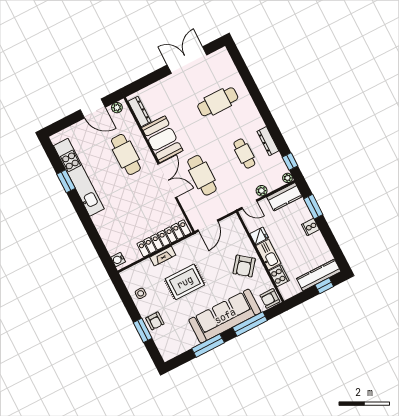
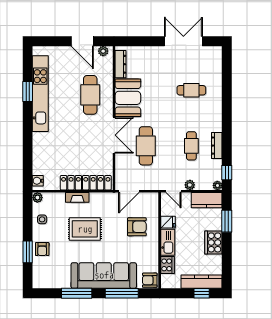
cafe table: (218, 102) -> (191, 90), width x0.73, depth x0.74
cooker: (310, 227) -> (213, 242), width x1.87, depth x1.31
armchair: (244, 266) -> (137, 227), moved, turned -128
plant: (126, 275) -> (37, 198), added

